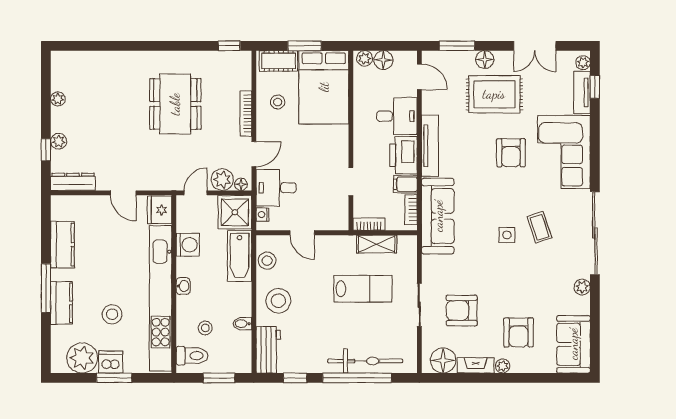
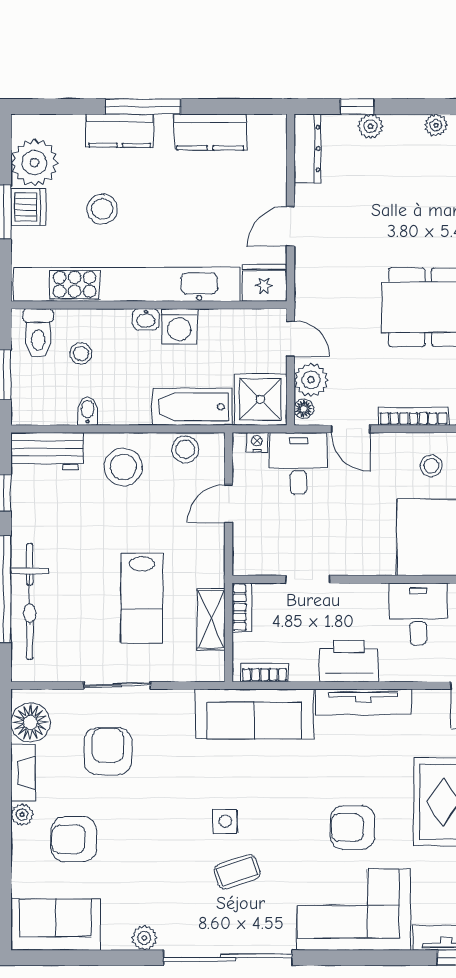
desk: (397, 116) -> (418, 614), moved, turned 180
filing cabinet: (405, 184) -> (304, 664), removed
washing machine: (188, 245) -> (179, 326), moved

